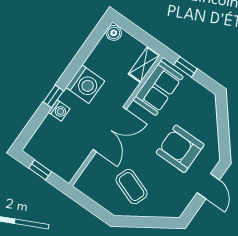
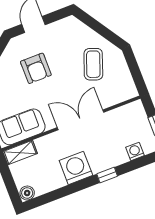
washing machine: (59, 111) -> (135, 151), moved
armchair: (180, 149) -> (36, 68), width x0.73, depth x0.73

